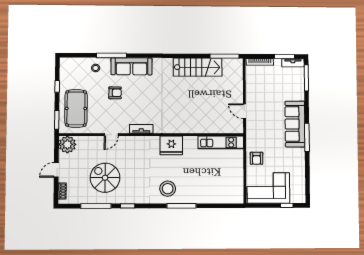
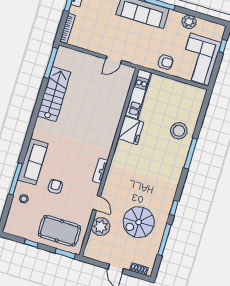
plant: (67, 144) -> (101, 227), moved
fridge: (171, 145) -> (131, 130), moved
plant: (299, 168) -> (189, 22), added
stool: (168, 189) -> (179, 131), moved

